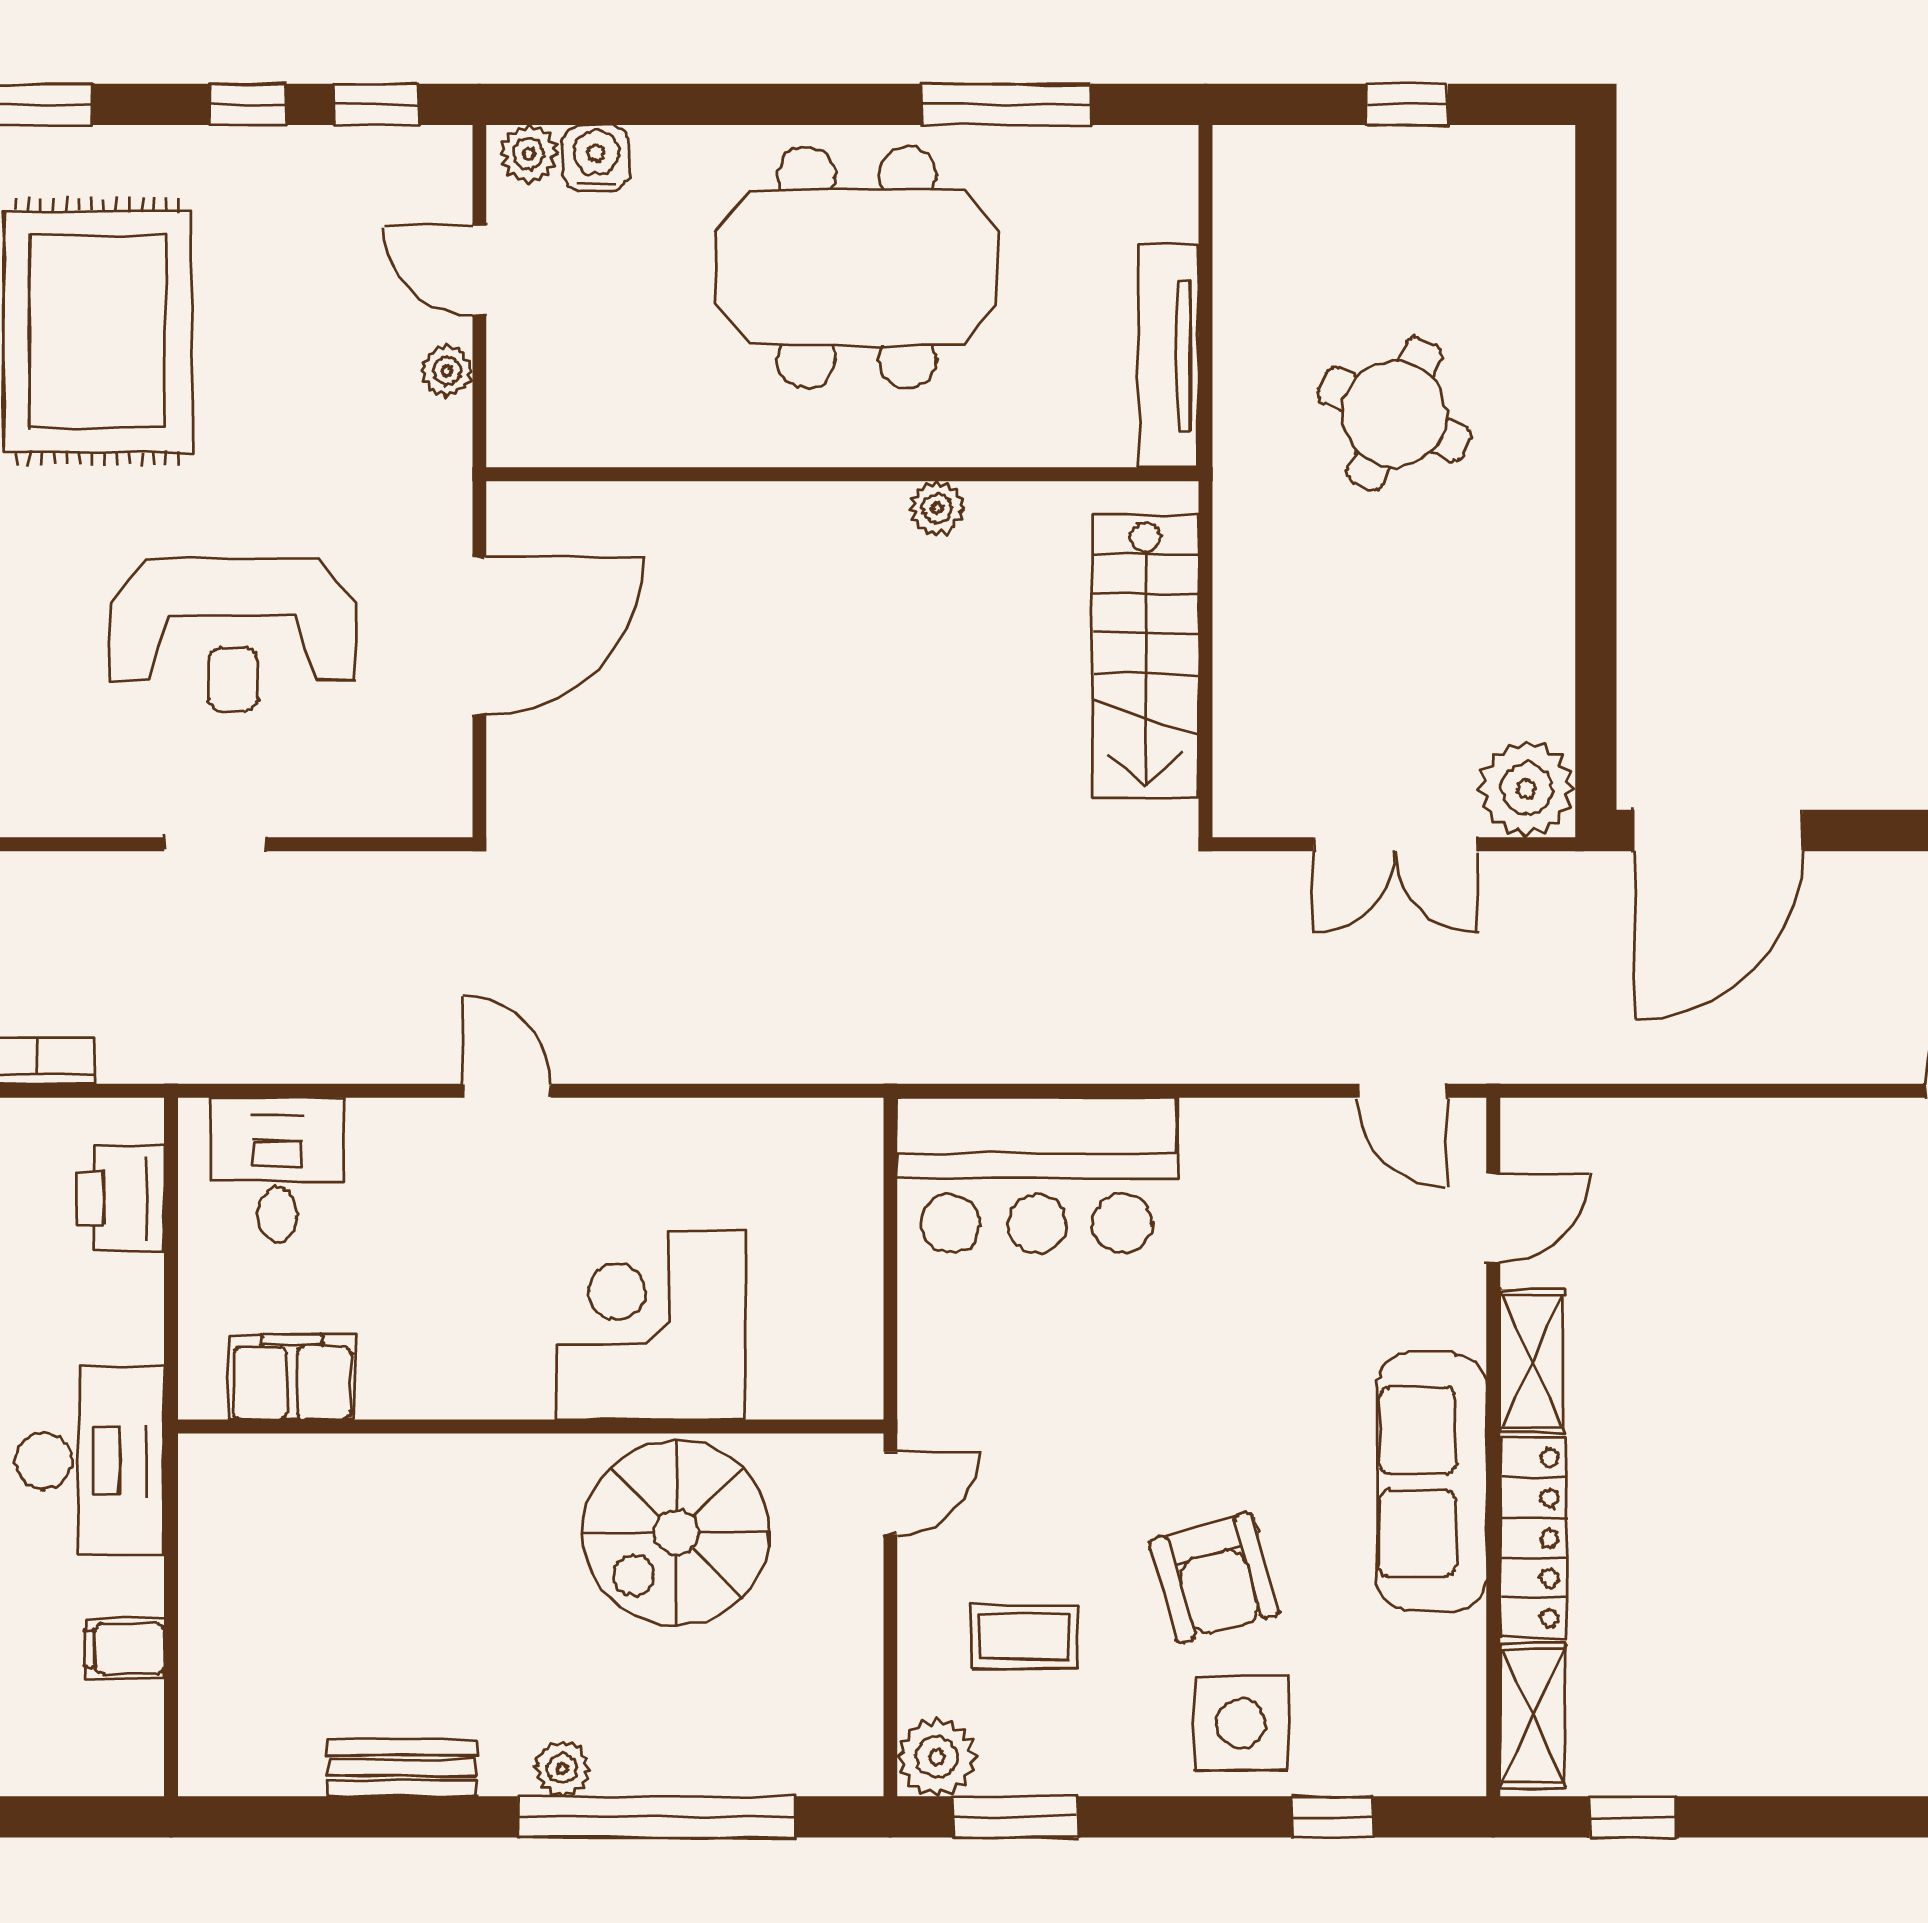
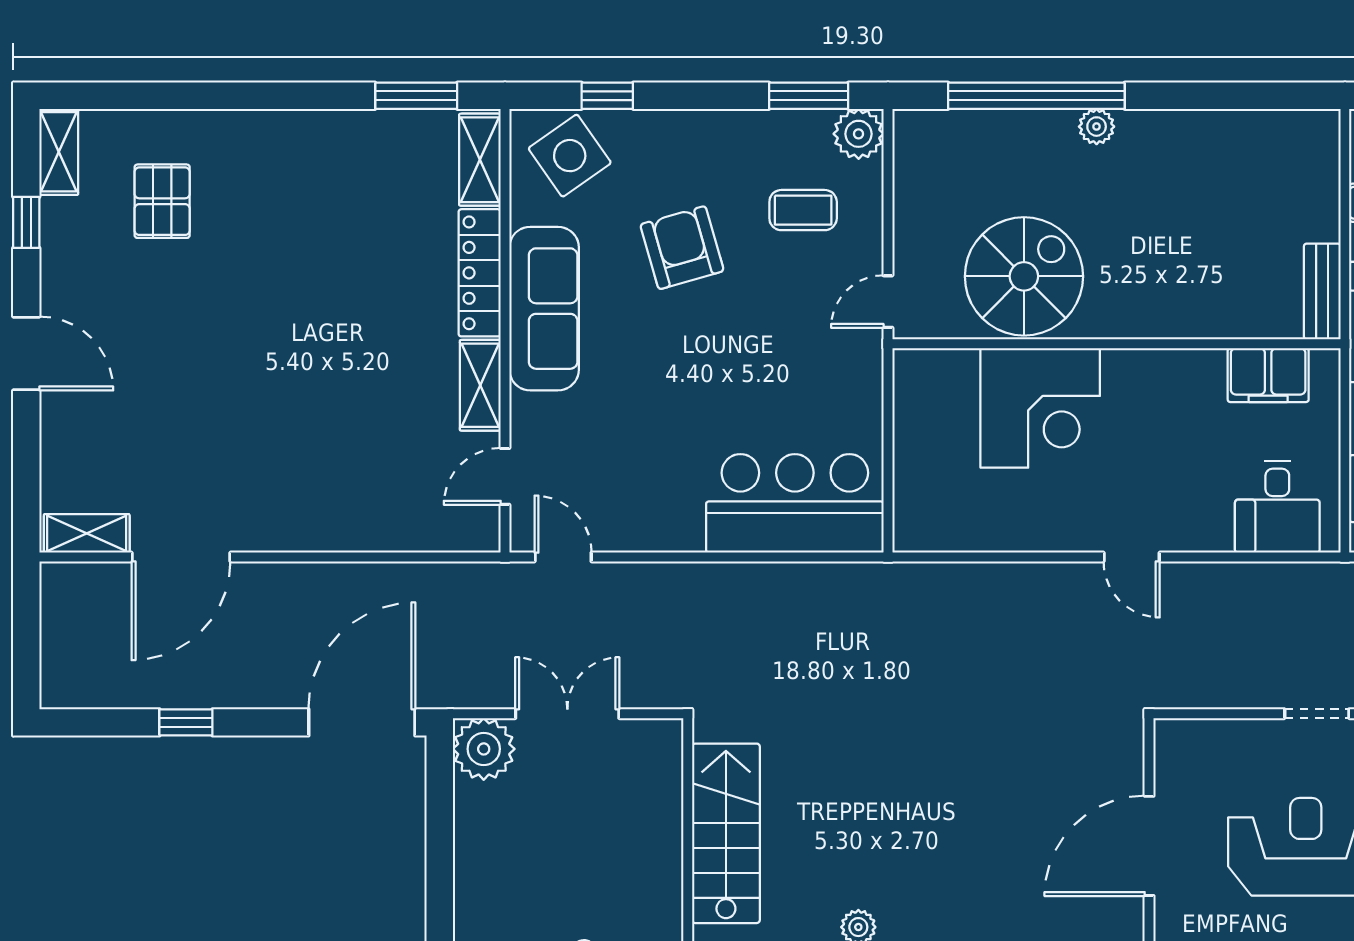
side table: (1241, 1723) -> (570, 156), moved, turned -35
bench: (402, 1768) -> (1322, 291), moved, turned 90
window: (1633, 1817) -> (416, 96), width x1.50

